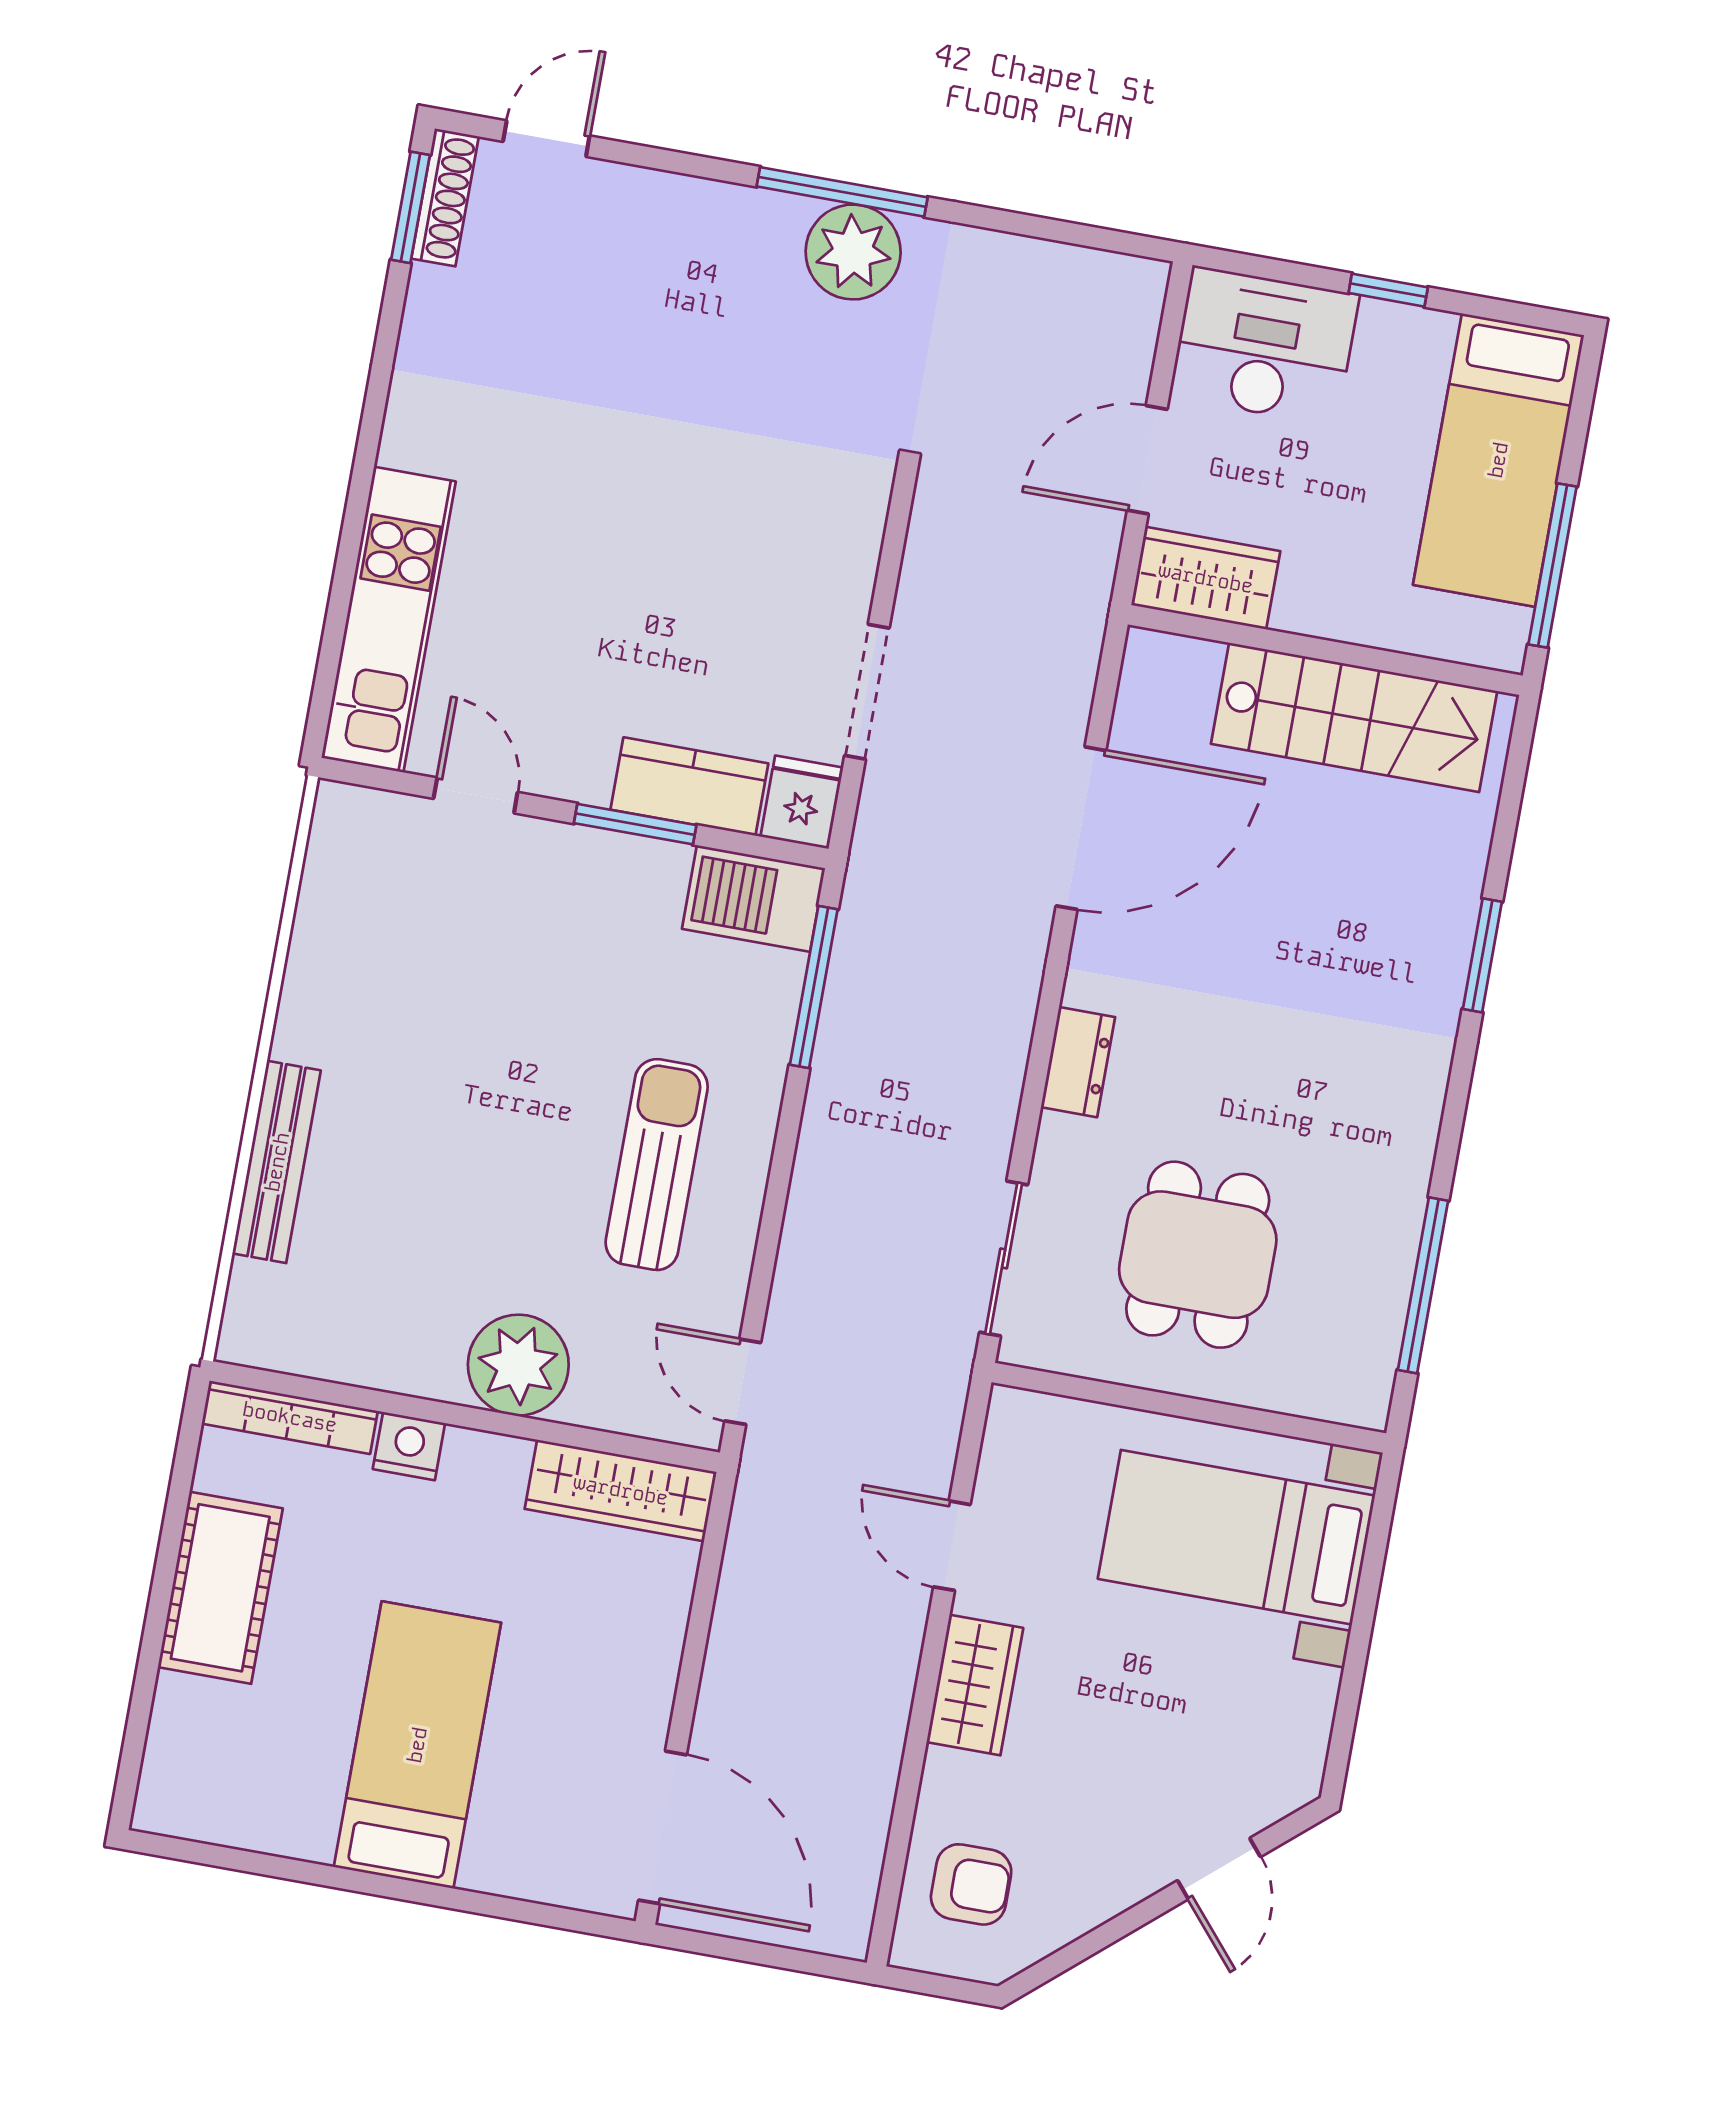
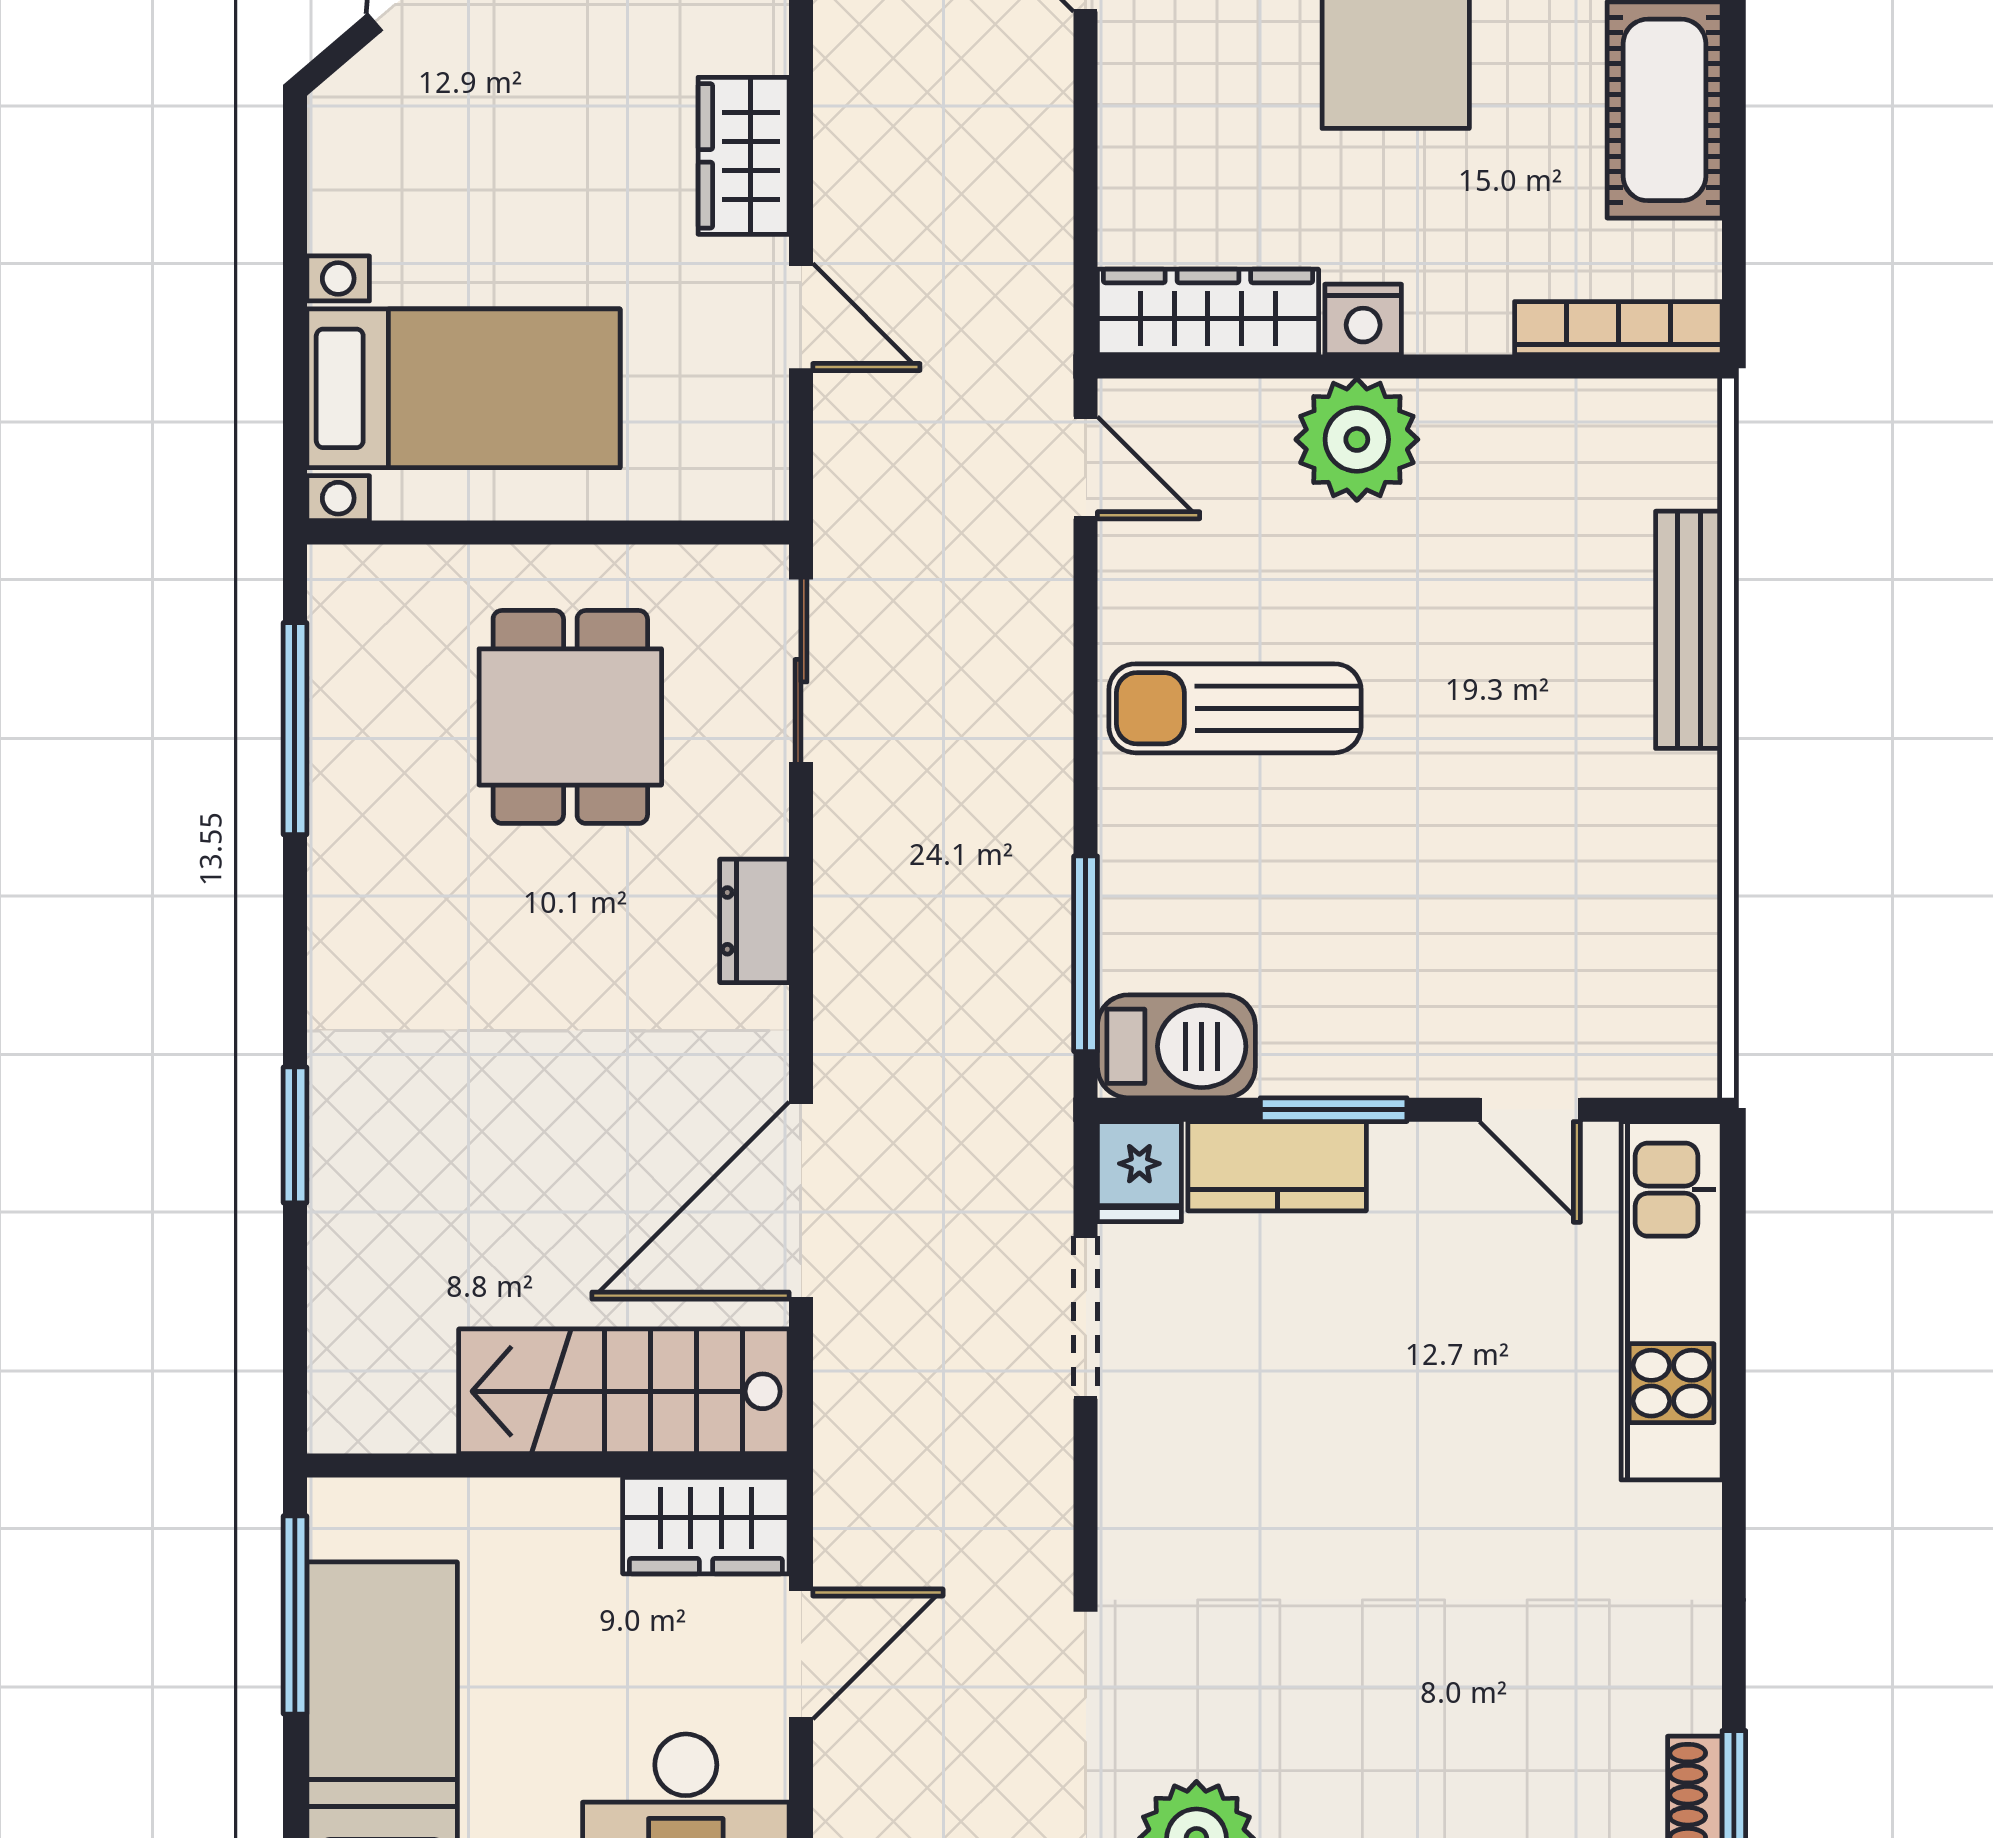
stairs: (1354, 717) -> (624, 1391), moved
sun lounger: (657, 1165) -> (1235, 708), turned 90
nightstand: (409, 1446) -> (1363, 319), moved

